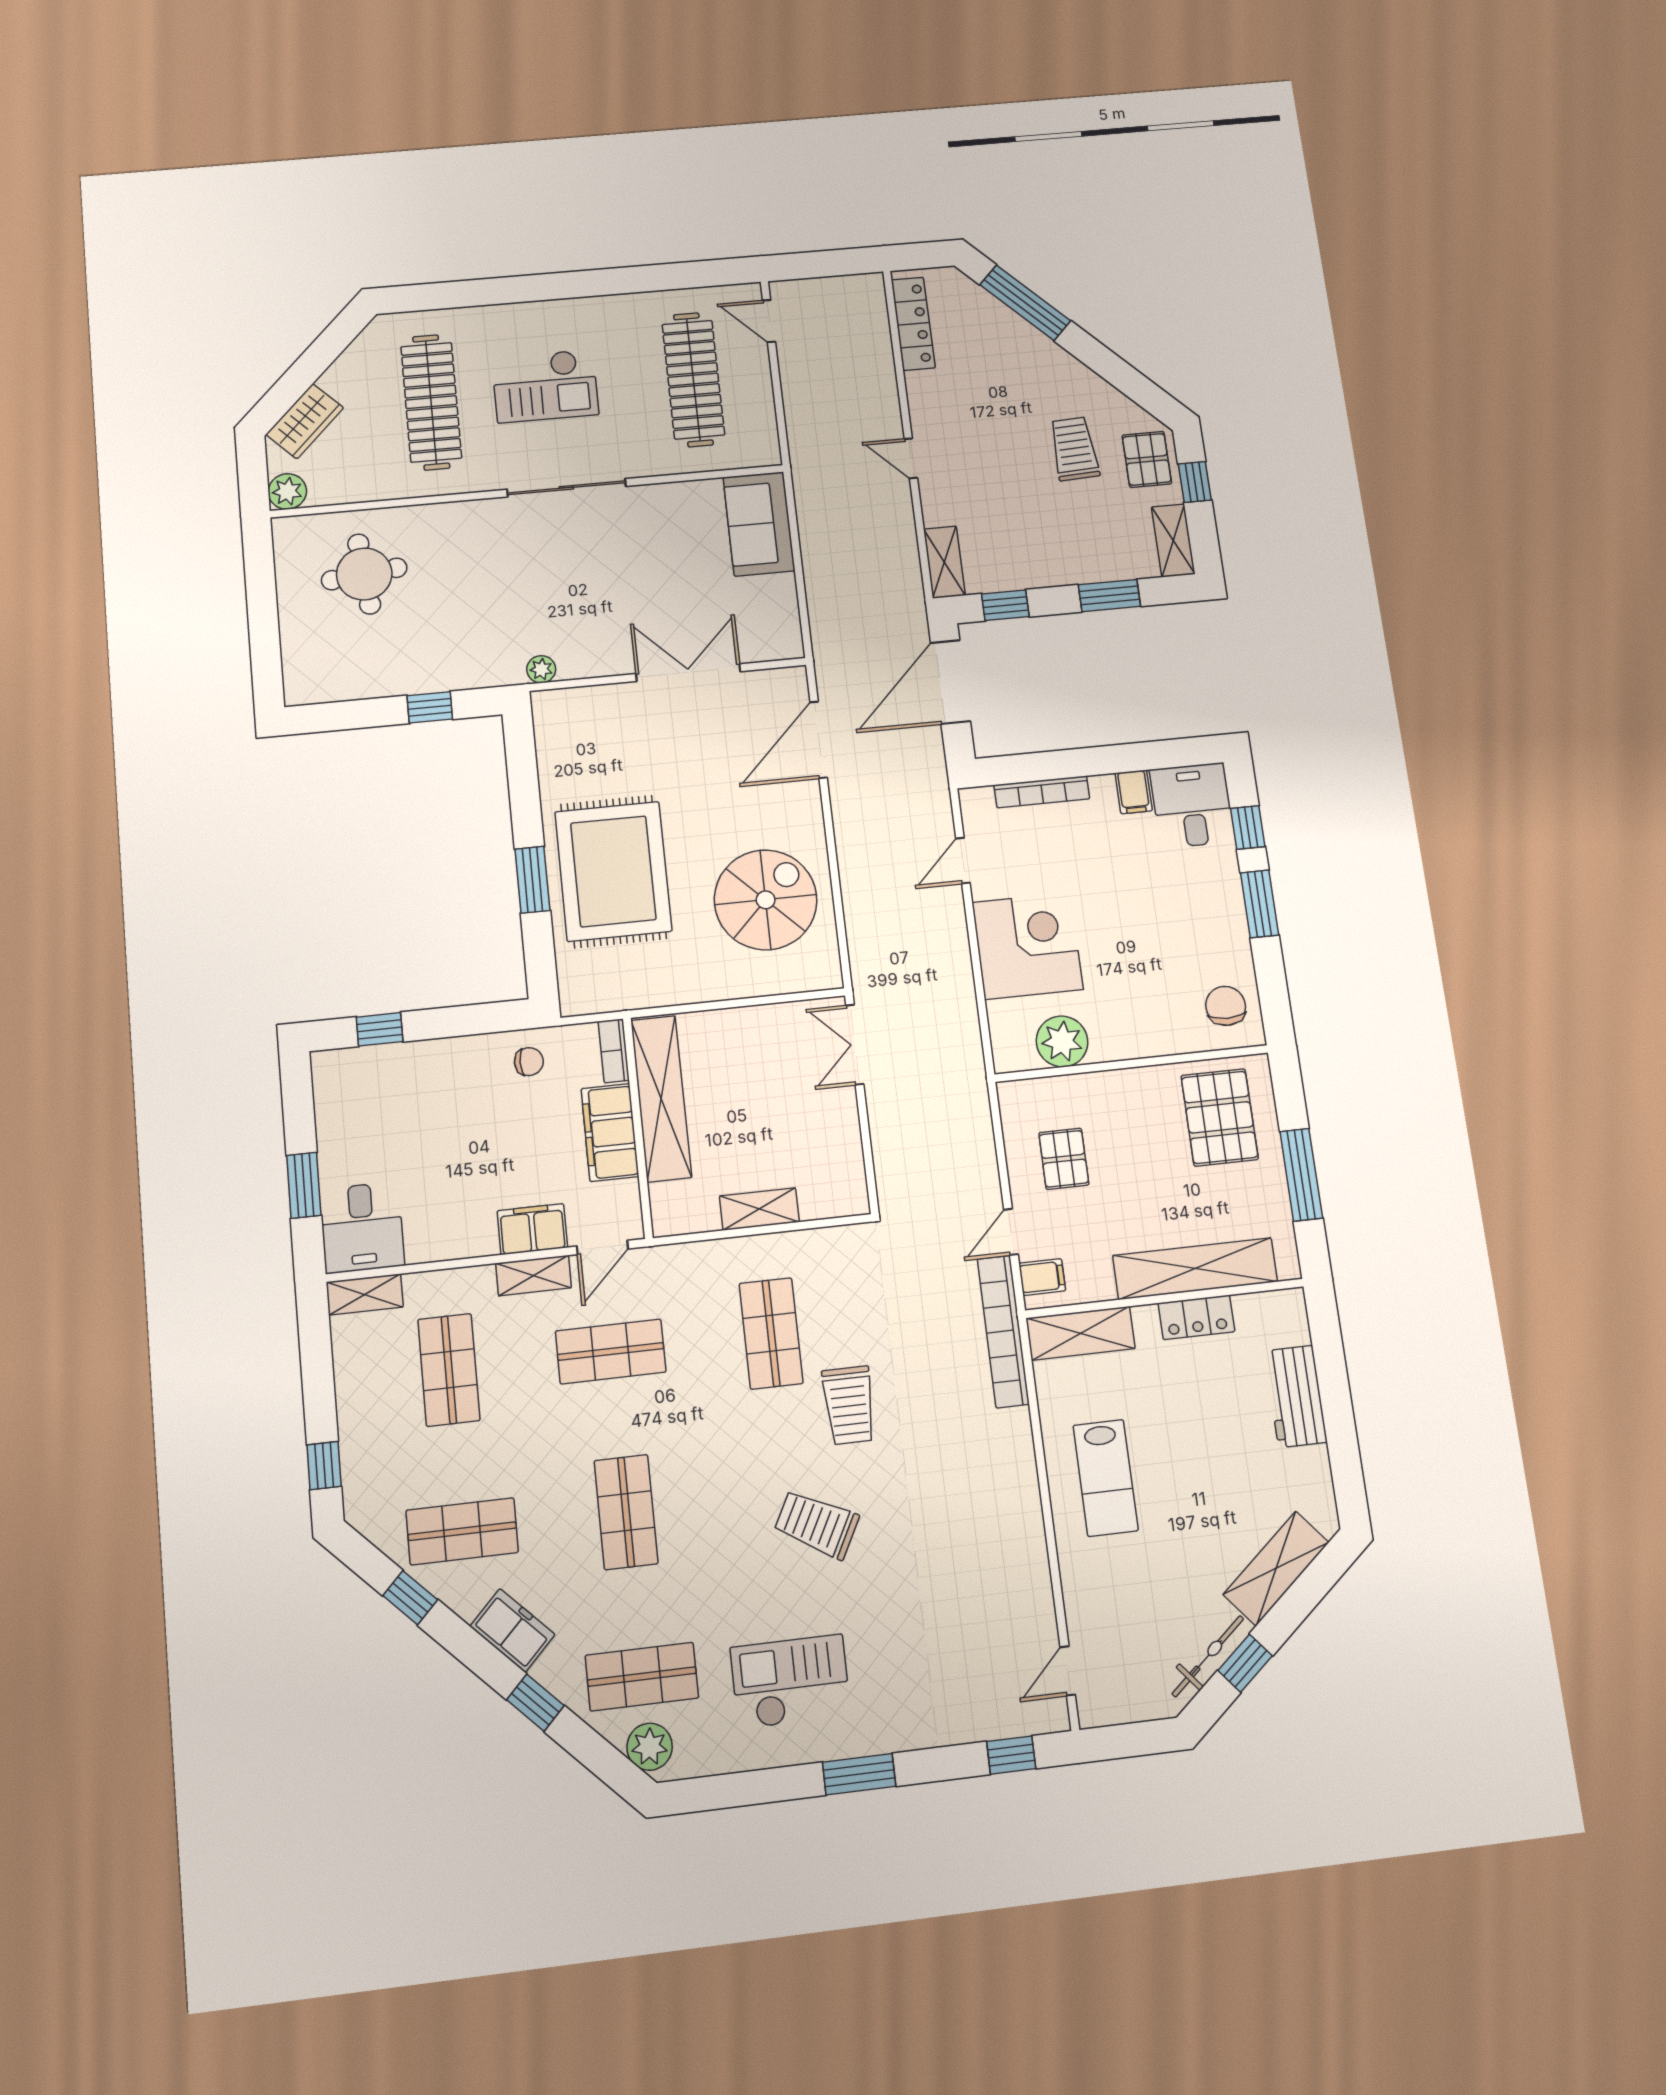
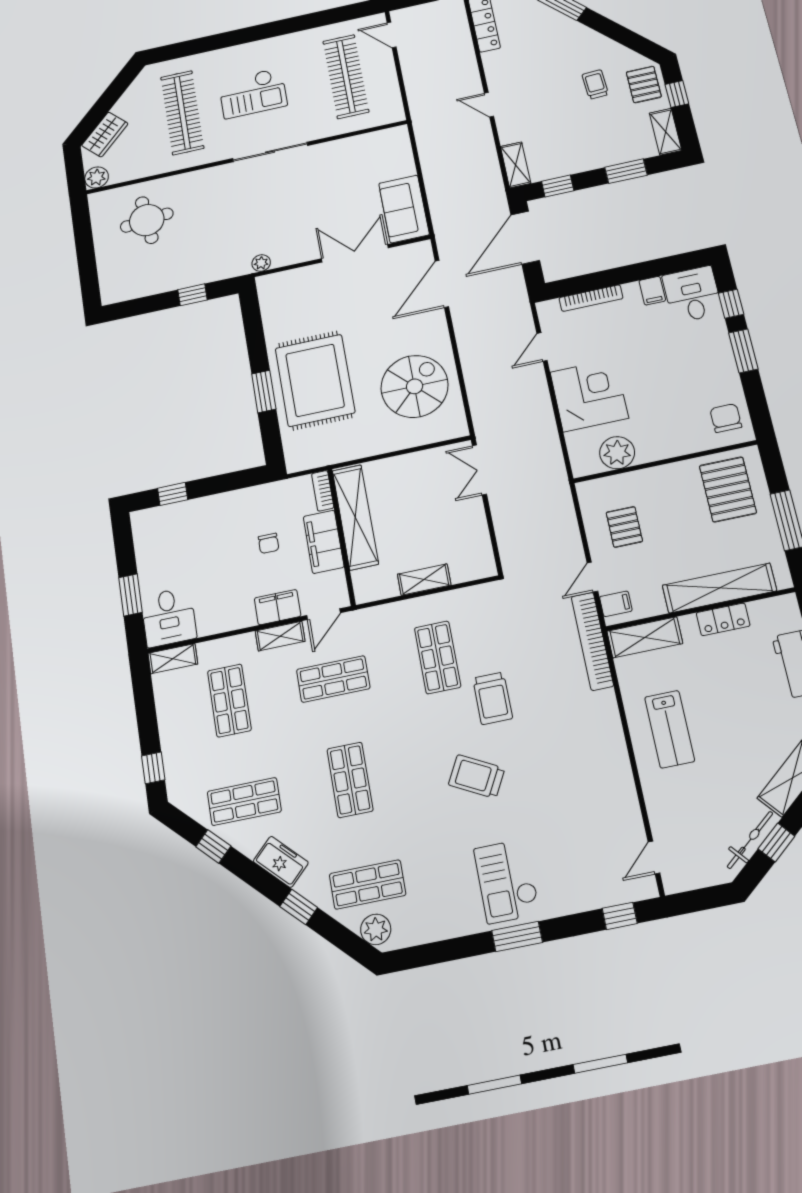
trolley: (1074, 449) -> (595, 85), width x0.73, depth x0.72
sofa: (759, 524) -> (404, 209), moved
chair: (529, 1062) -> (269, 543), moved, turned 90
checkout: (790, 1682) -> (507, 881), moved, turned -90

